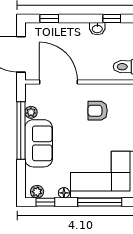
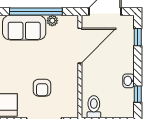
armchair: (98, 111) -> (42, 88), moved, turned 180

